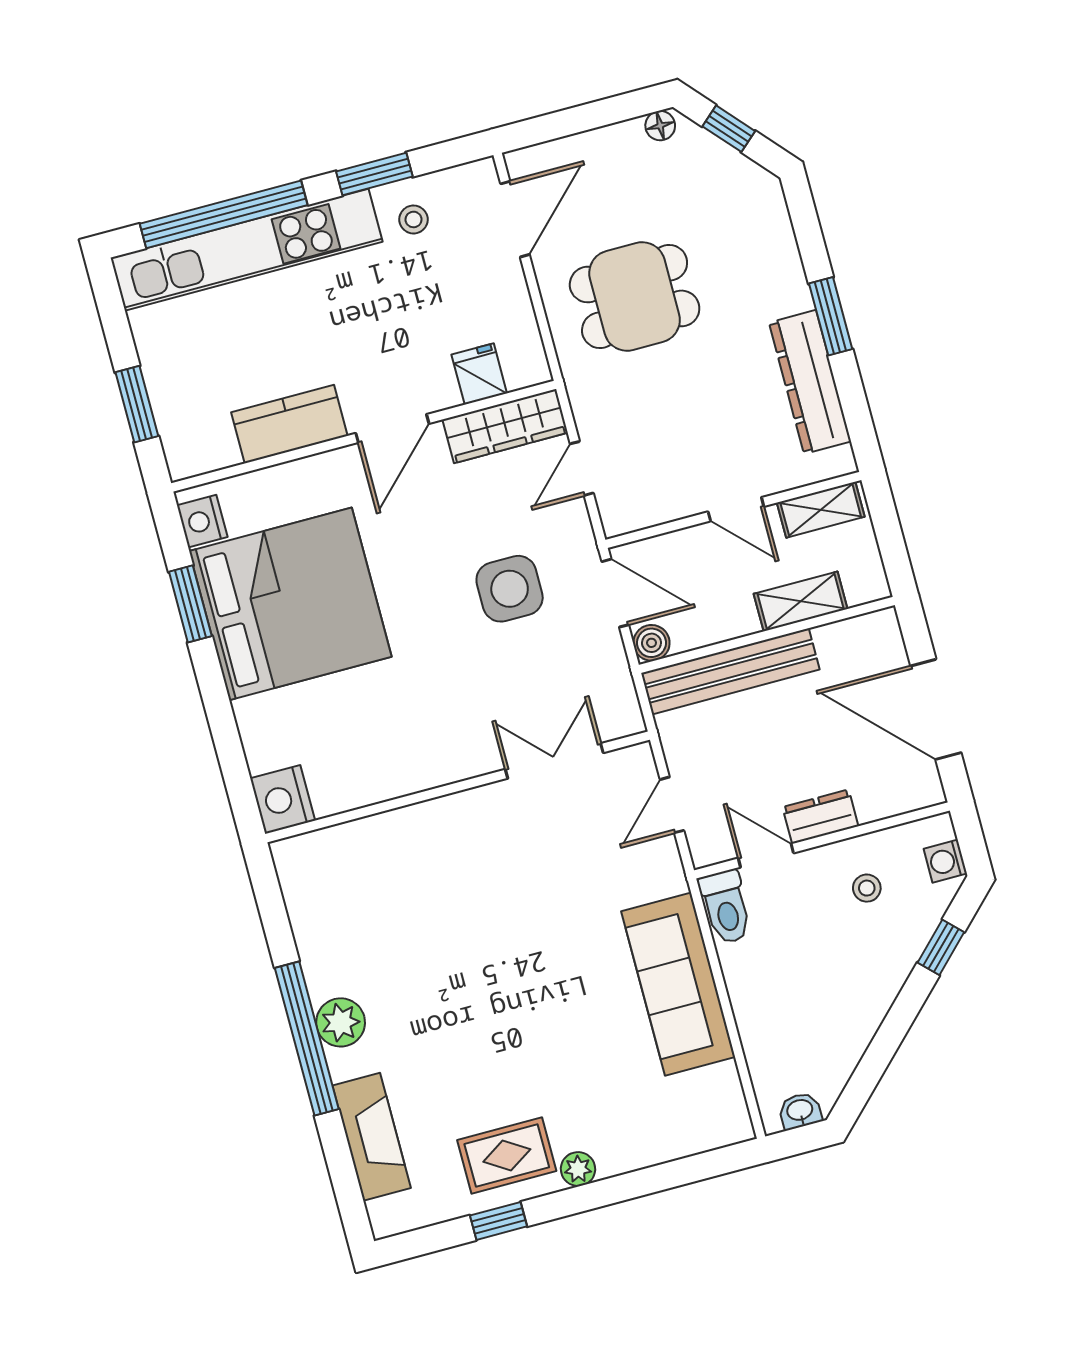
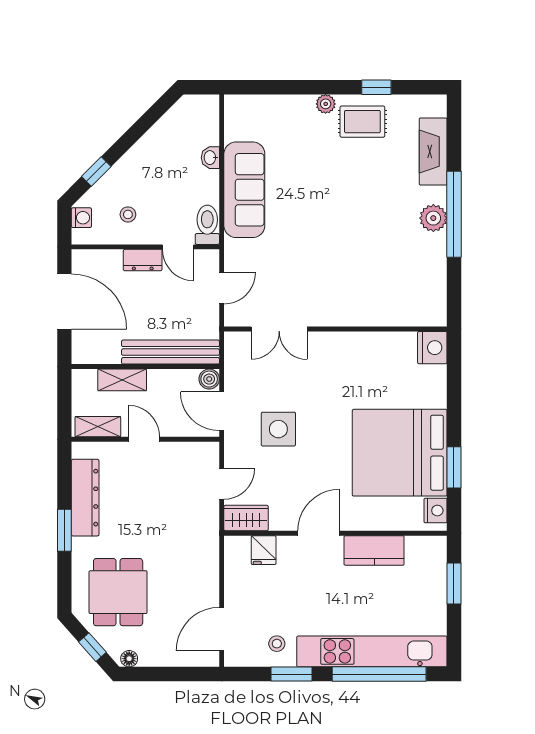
dining table: (635, 296) -> (118, 592), moved, turned 90
wardrobe: (505, 426) -> (246, 518), width x0.67
washbasin: (800, 1111) -> (210, 158), moved, turned 90

